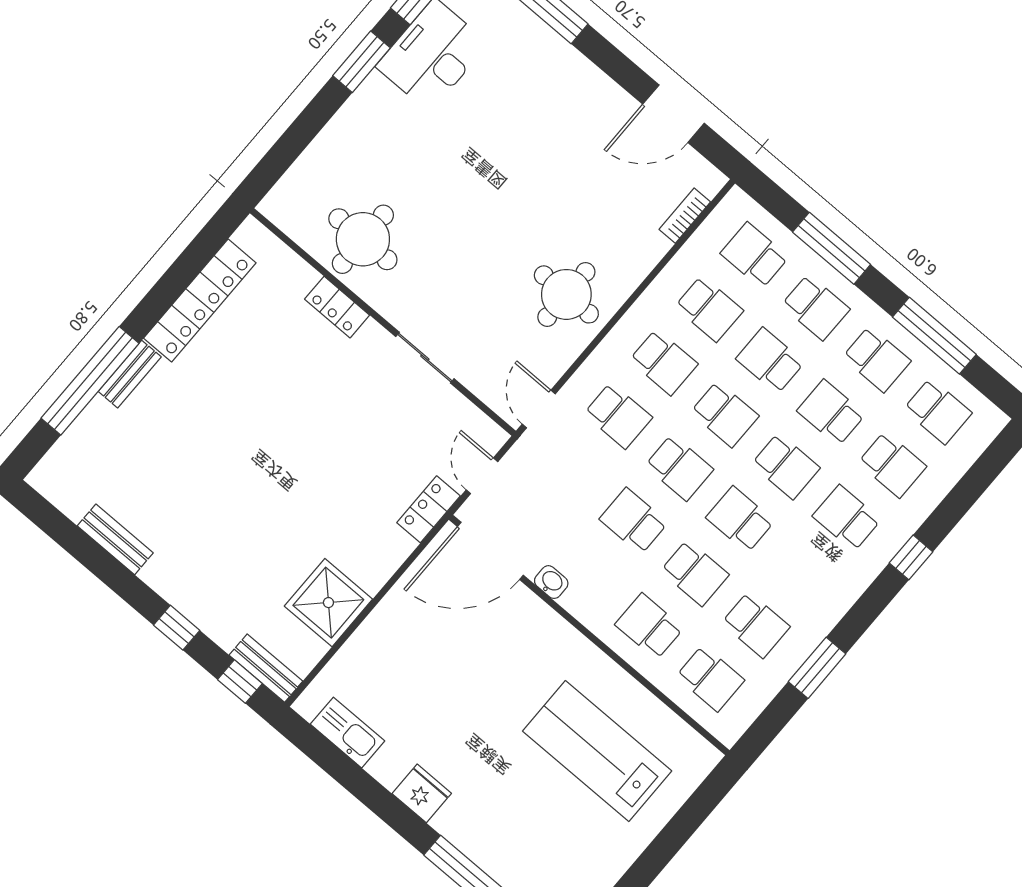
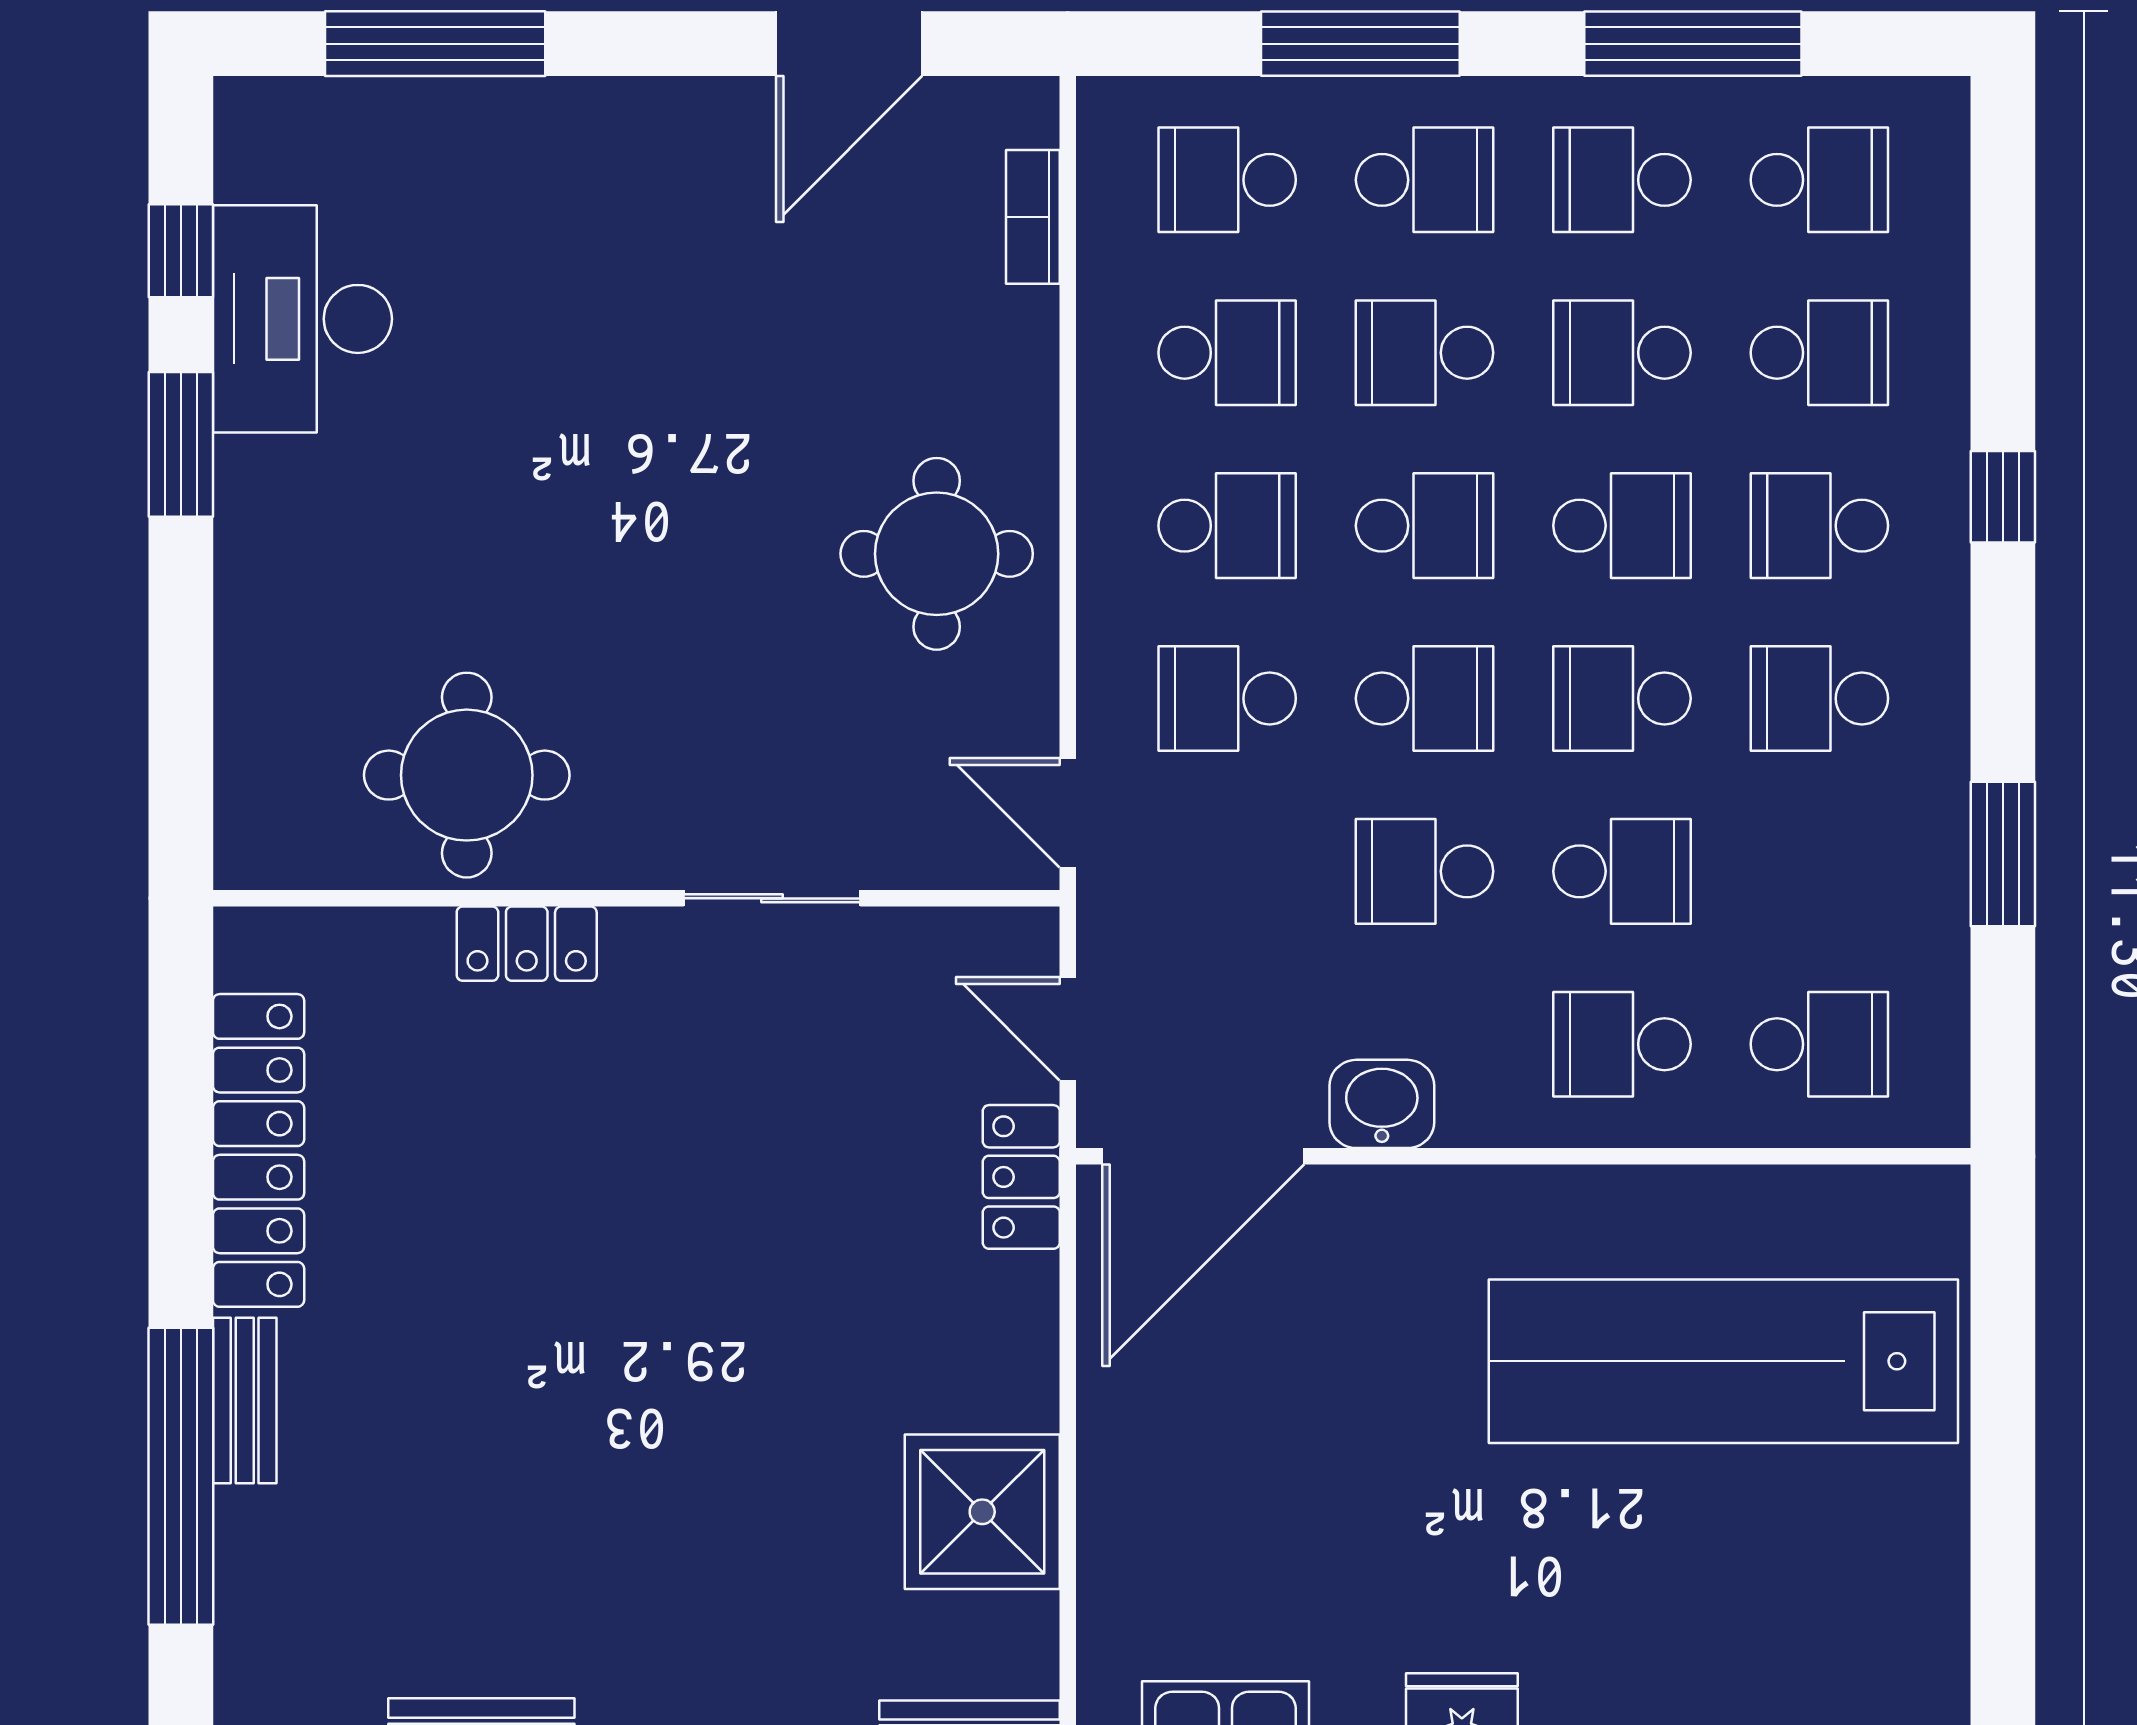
school desk: (877, 359) -> (1622, 180), turned 180
school desk: (618, 416) -> (1227, 698), turned 180
washbasin: (551, 582) -> (1382, 1104), width x1.38, depth x1.45
school desk: (756, 625) -> (1819, 698), moved, turned 180
lab bench: (597, 751) -> (1723, 1361), width x1.36

